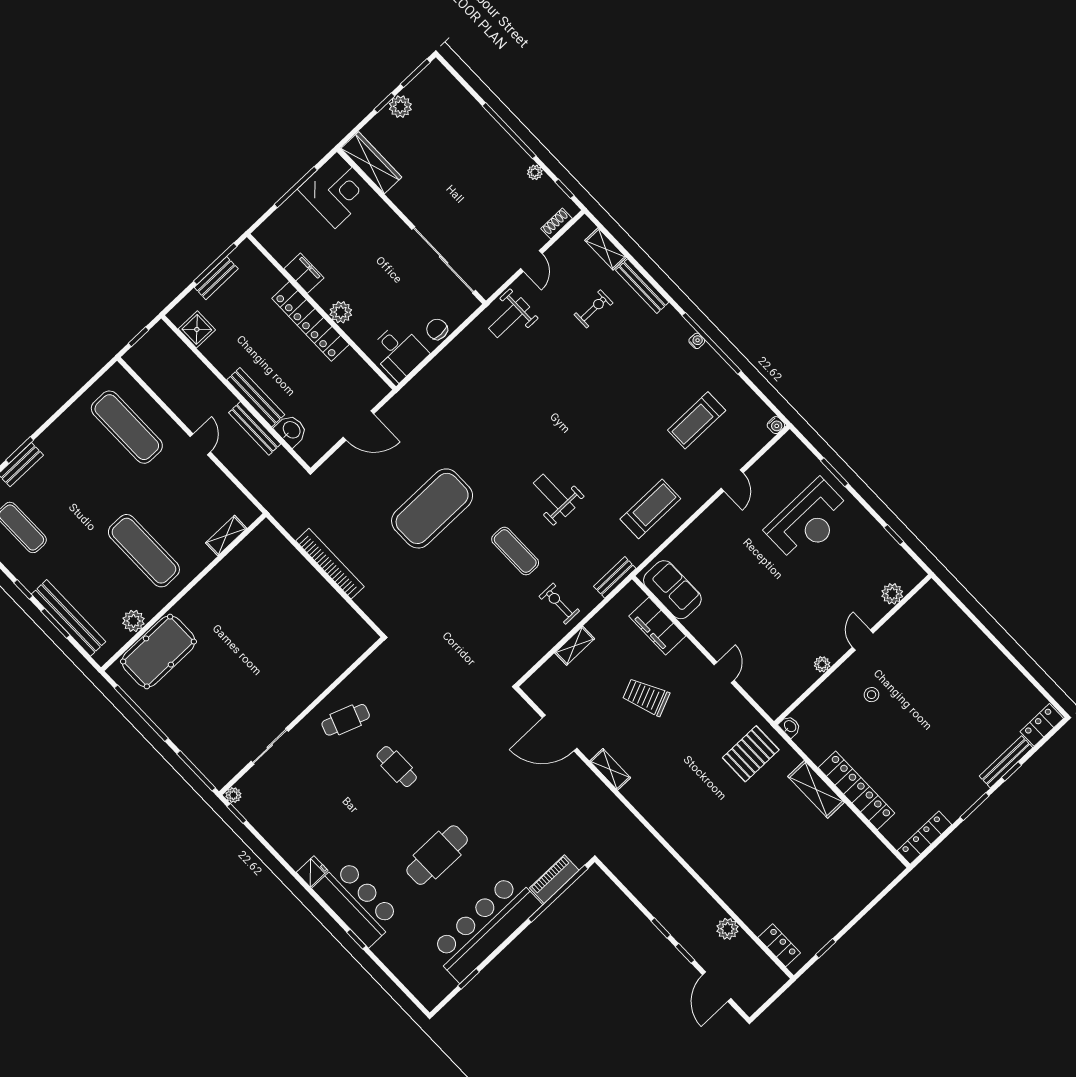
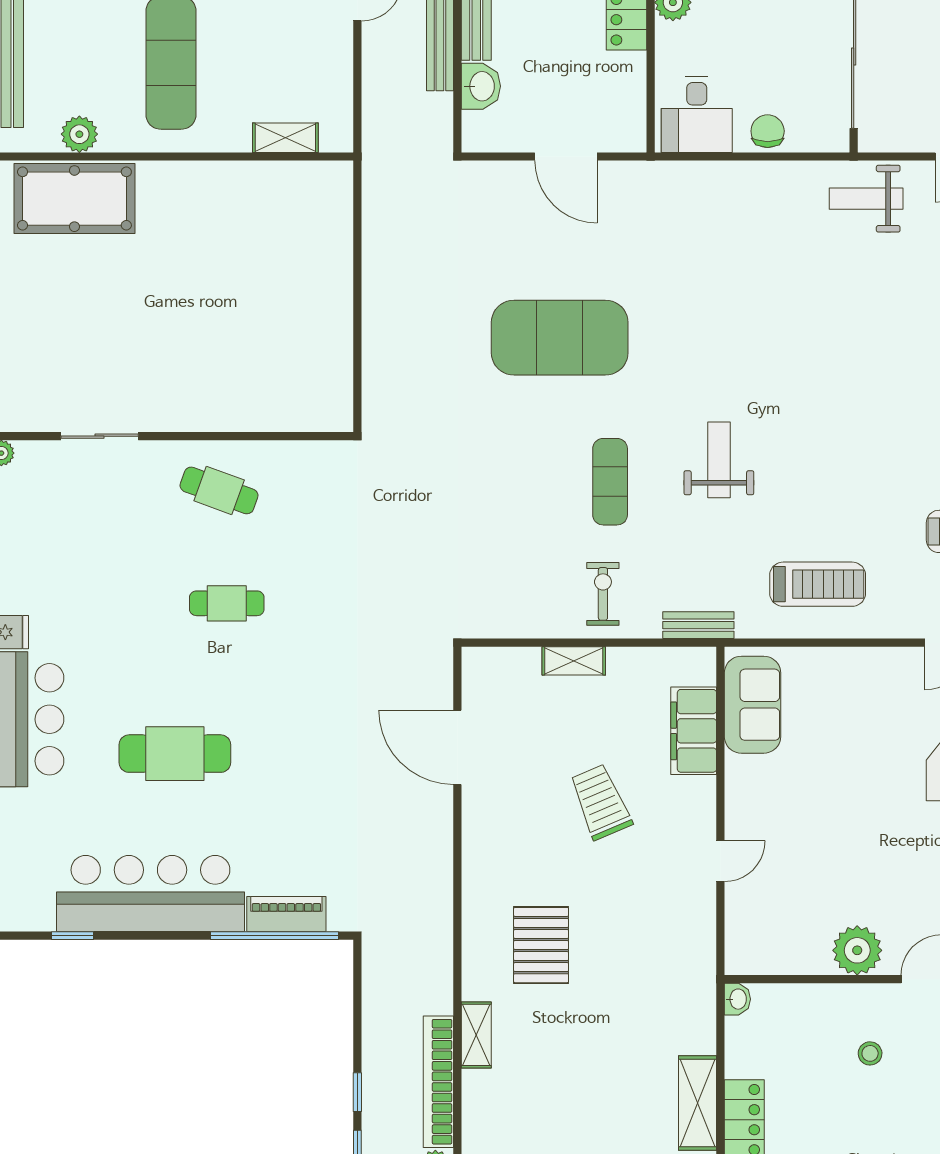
bookcase: (330, 564) -> (438, 1082), moved, turned 180
plant: (822, 664) -> (857, 950), width x1.88, depth x1.88
pallet: (751, 754) -> (541, 945), moved, turned 90
cafe table: (397, 767) -> (227, 603), turned 90
shelving: (610, 769) -> (476, 1035), moved

